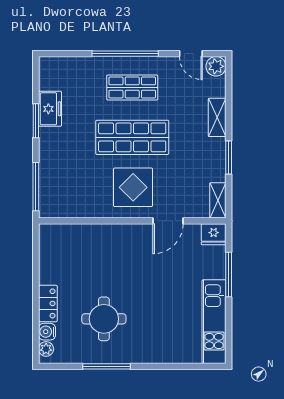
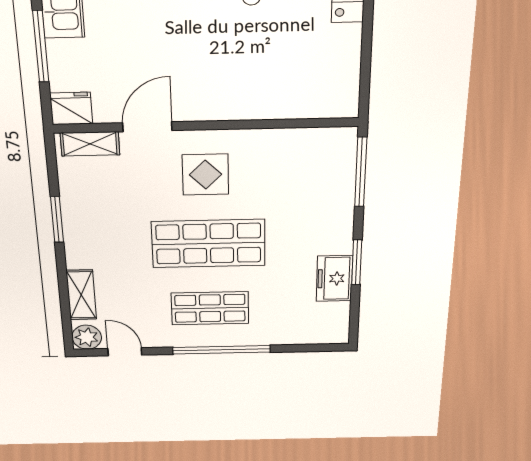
shelving: (217, 117) -> (81, 295), moved
display table: (133, 187) -> (205, 175), width x0.73, depth x0.73
shelving: (218, 200) -> (90, 144), moved, turned 90

